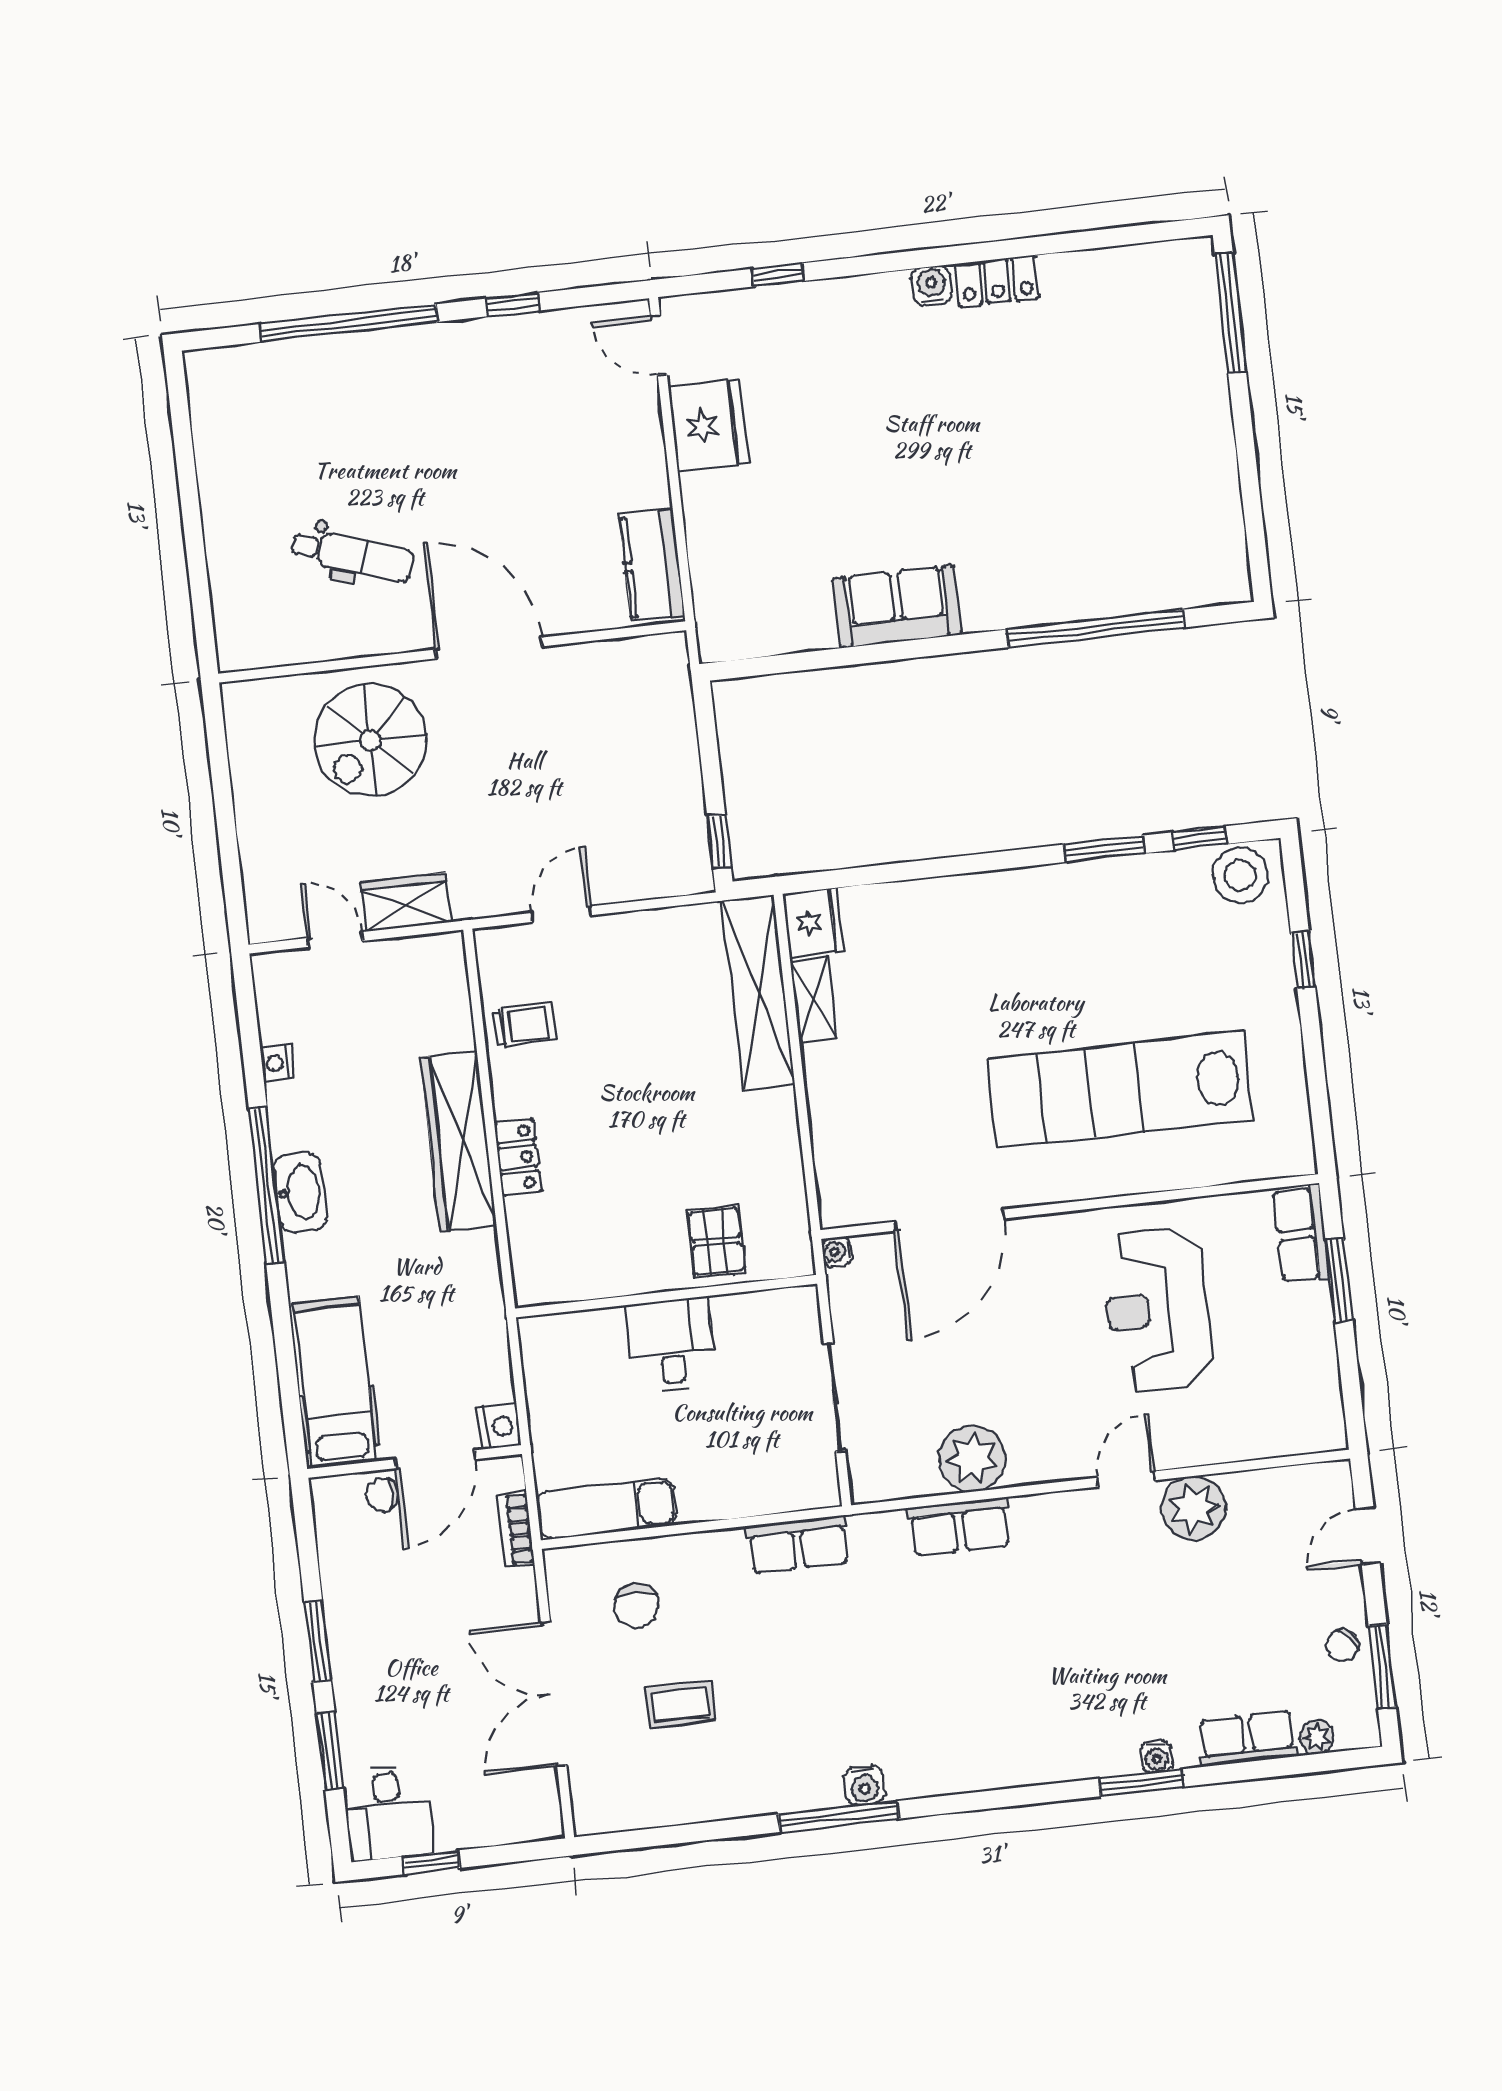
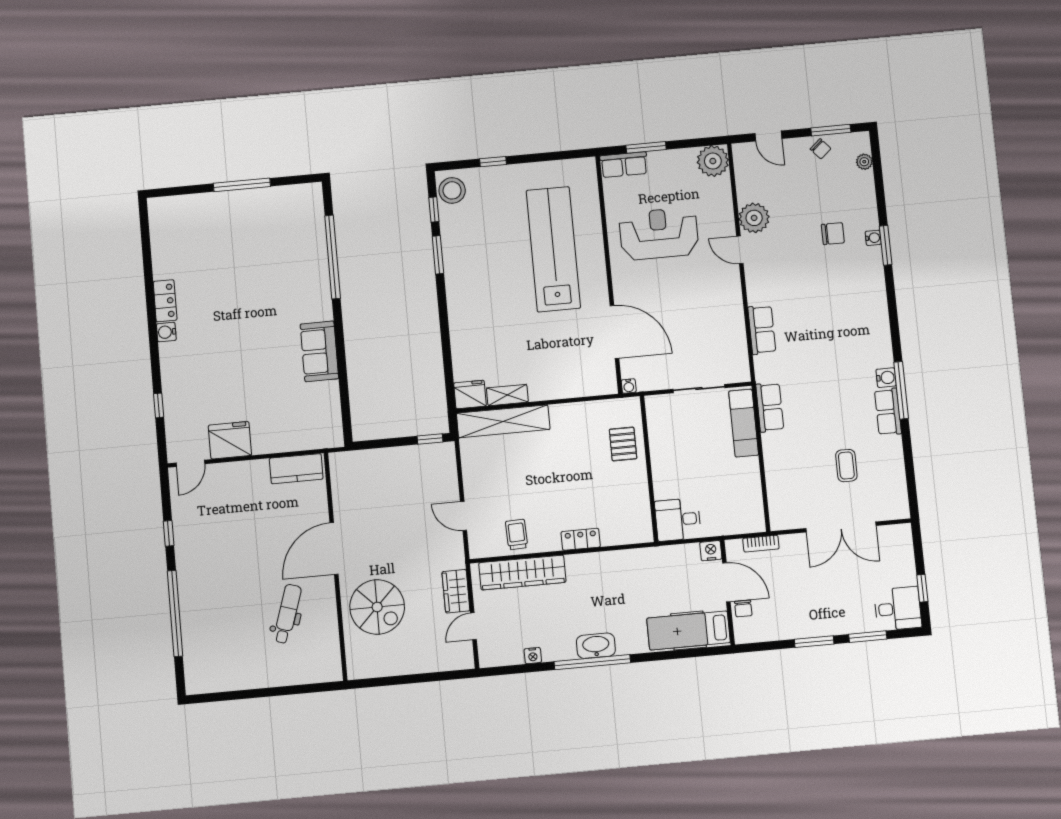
window: (1230, 313) -> (242, 185), moved
lab bench: (1120, 1090) -> (553, 249), turned 180
wardrobe: (459, 1141) -> (522, 573), moved
pallet: (716, 1242) -> (623, 444), turned 90
reception desk: (1157, 1310) -> (659, 234), turned 180
desk: (671, 1345) -> (678, 520), moved
plant: (972, 1458) -> (713, 161), moved
exam couch: (607, 1509) -> (744, 423), moved
chair: (636, 1606) -> (833, 234), moved
row of seats: (1248, 1739) -> (888, 412), moved

